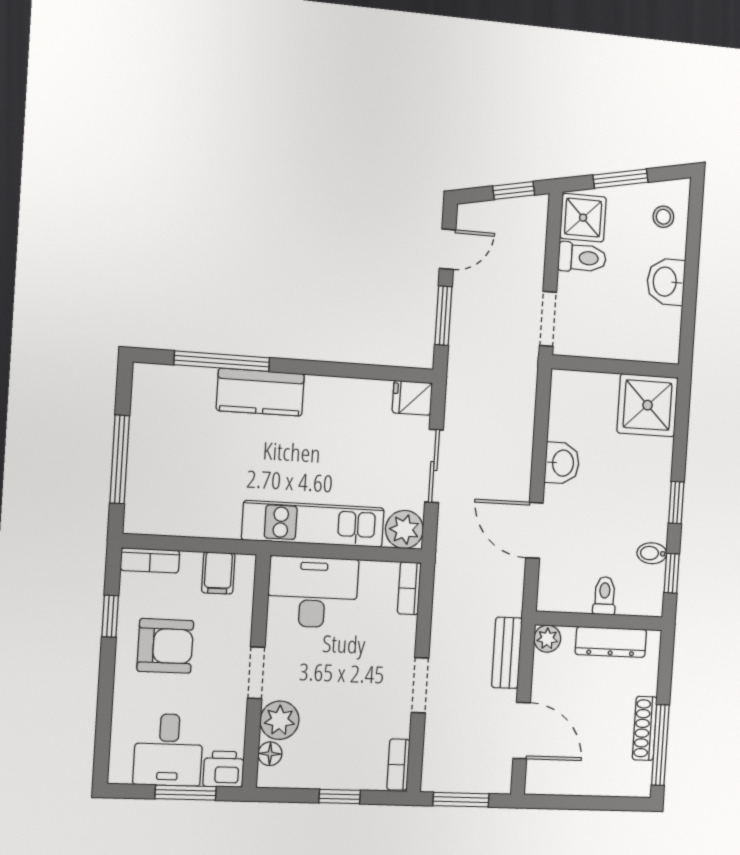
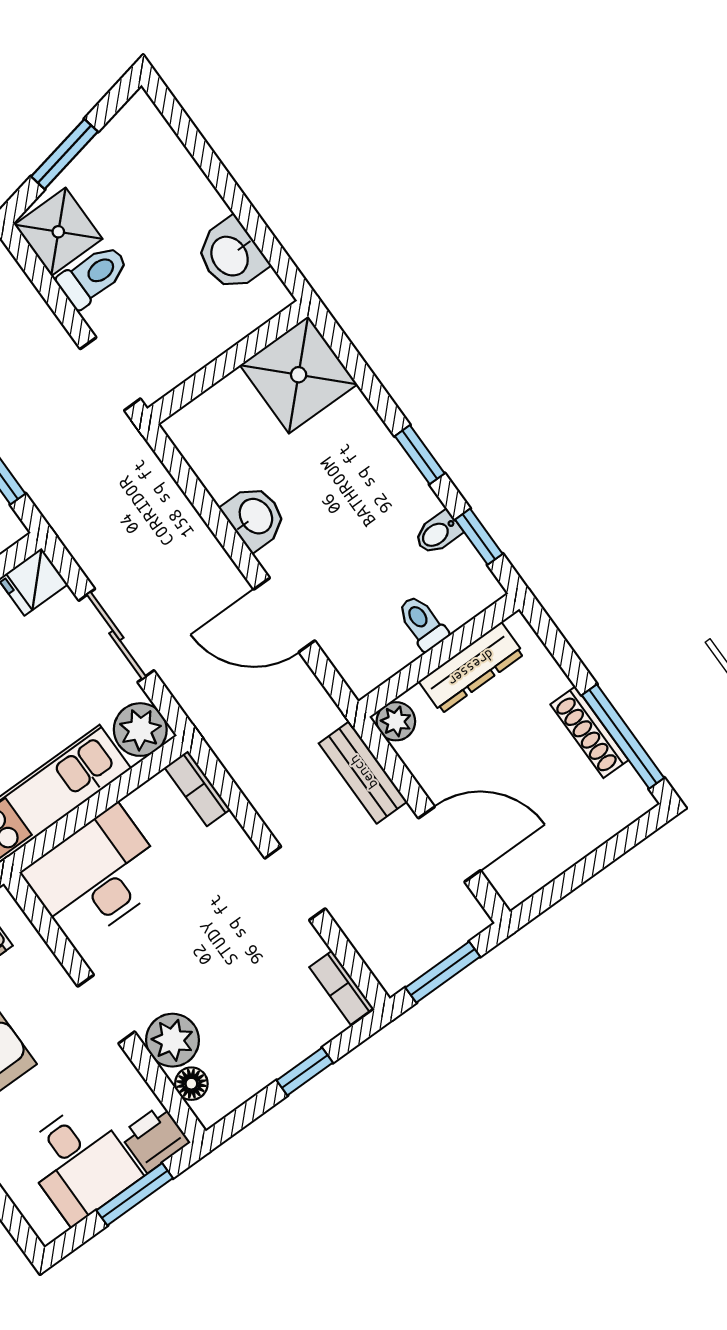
stool: (663, 217) -> (146, 154), removed
washbasin: (666, 282) -> (231, 255), moved

